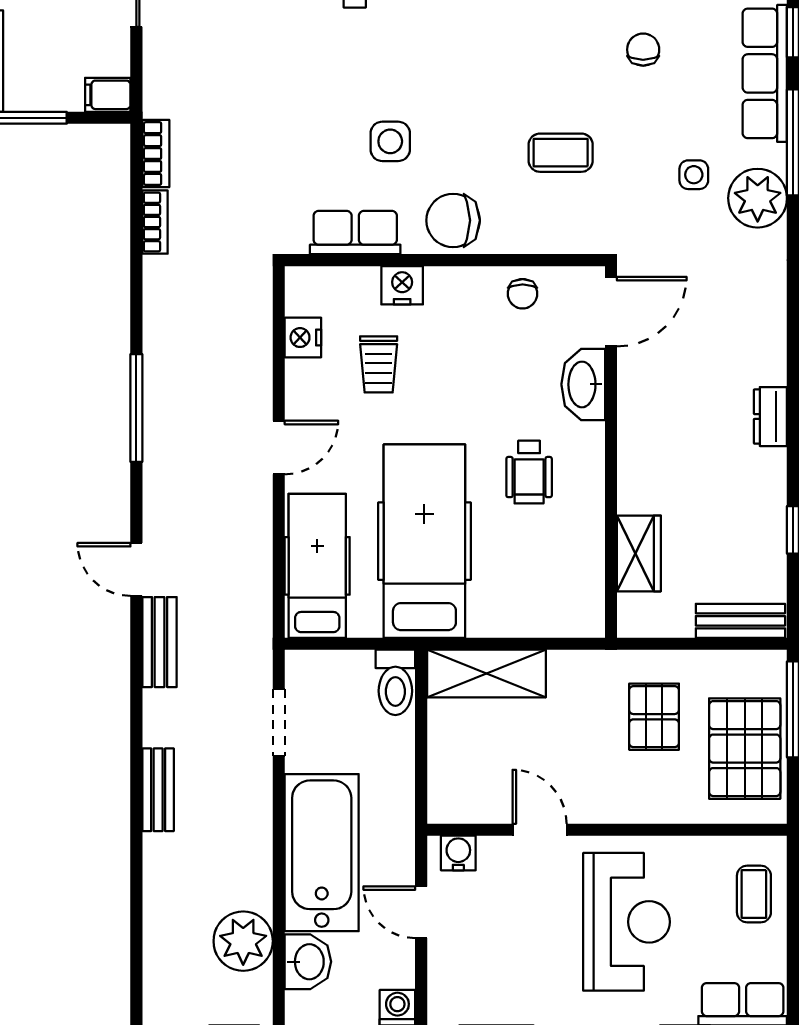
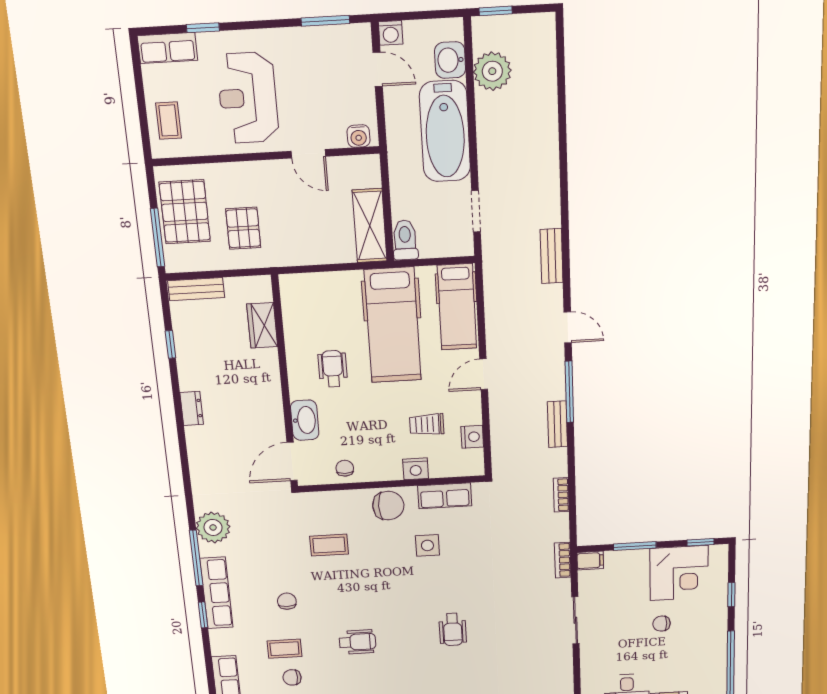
chair: (643, 50) -> (287, 601), turned 180
bookcase: (156, 154) -> (563, 560), moved
side table: (694, 175) -> (251, 538), removed
trolley: (379, 364) -> (427, 424), turned -90
door: (136, 569) -> (568, 327), moved
shelving: (487, 674) -> (370, 226), moved, turned 90
bench: (158, 790) -> (557, 424), moved
door: (421, 912) -> (378, 69), moved

